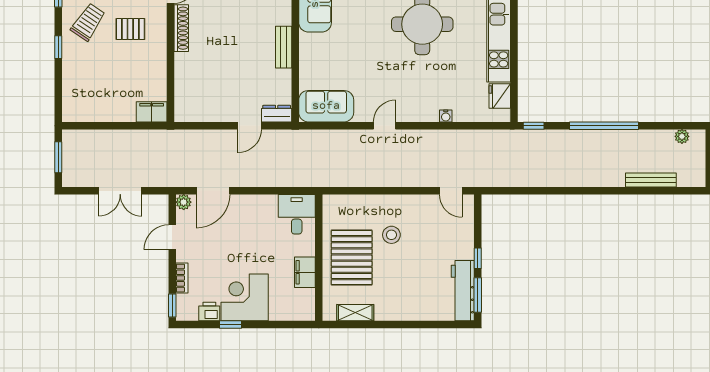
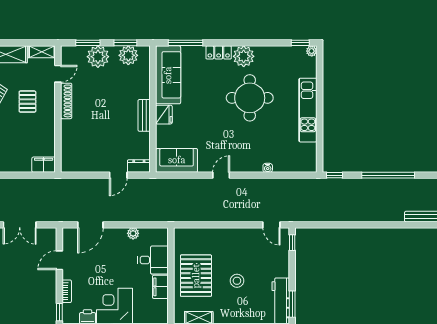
pallet: (130, 29) -> (27, 102), turned 90
fridge: (500, 96) -> (164, 115), moved, turned 180
plant: (184, 202) -> (133, 233), moved
desk: (297, 214) -> (153, 260), moved, turned 90
stool: (391, 235) -> (237, 281), moved
window: (478, 258) -> (292, 243), moved

